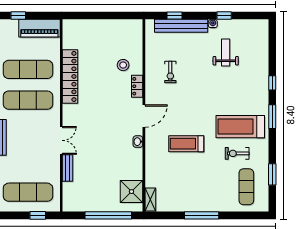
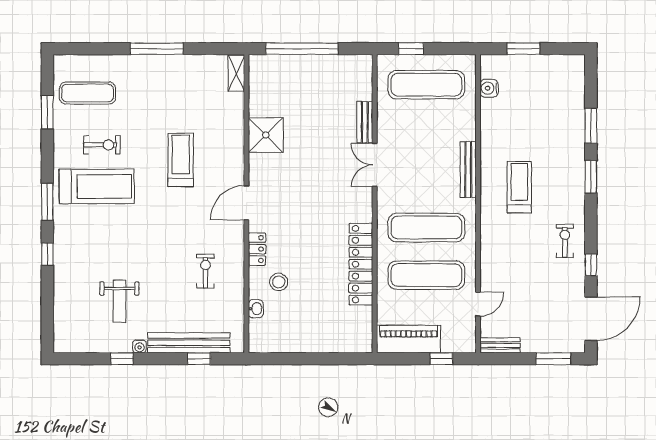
washbasin: (138, 142) -> (256, 309), moved
treadmill: (186, 144) -> (181, 160), turned -90
exercise mat: (246, 187) -> (88, 93), turned 90
shower: (131, 192) -> (266, 135), moved

